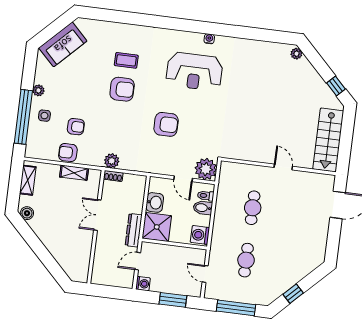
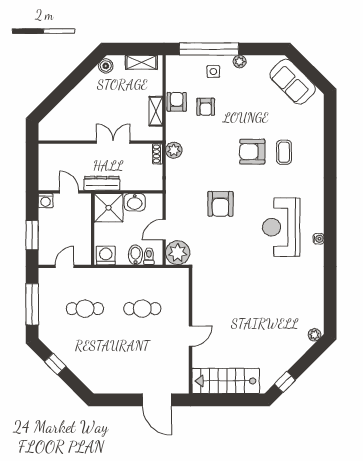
armchair: (122, 89) -> (252, 152), turned 90

